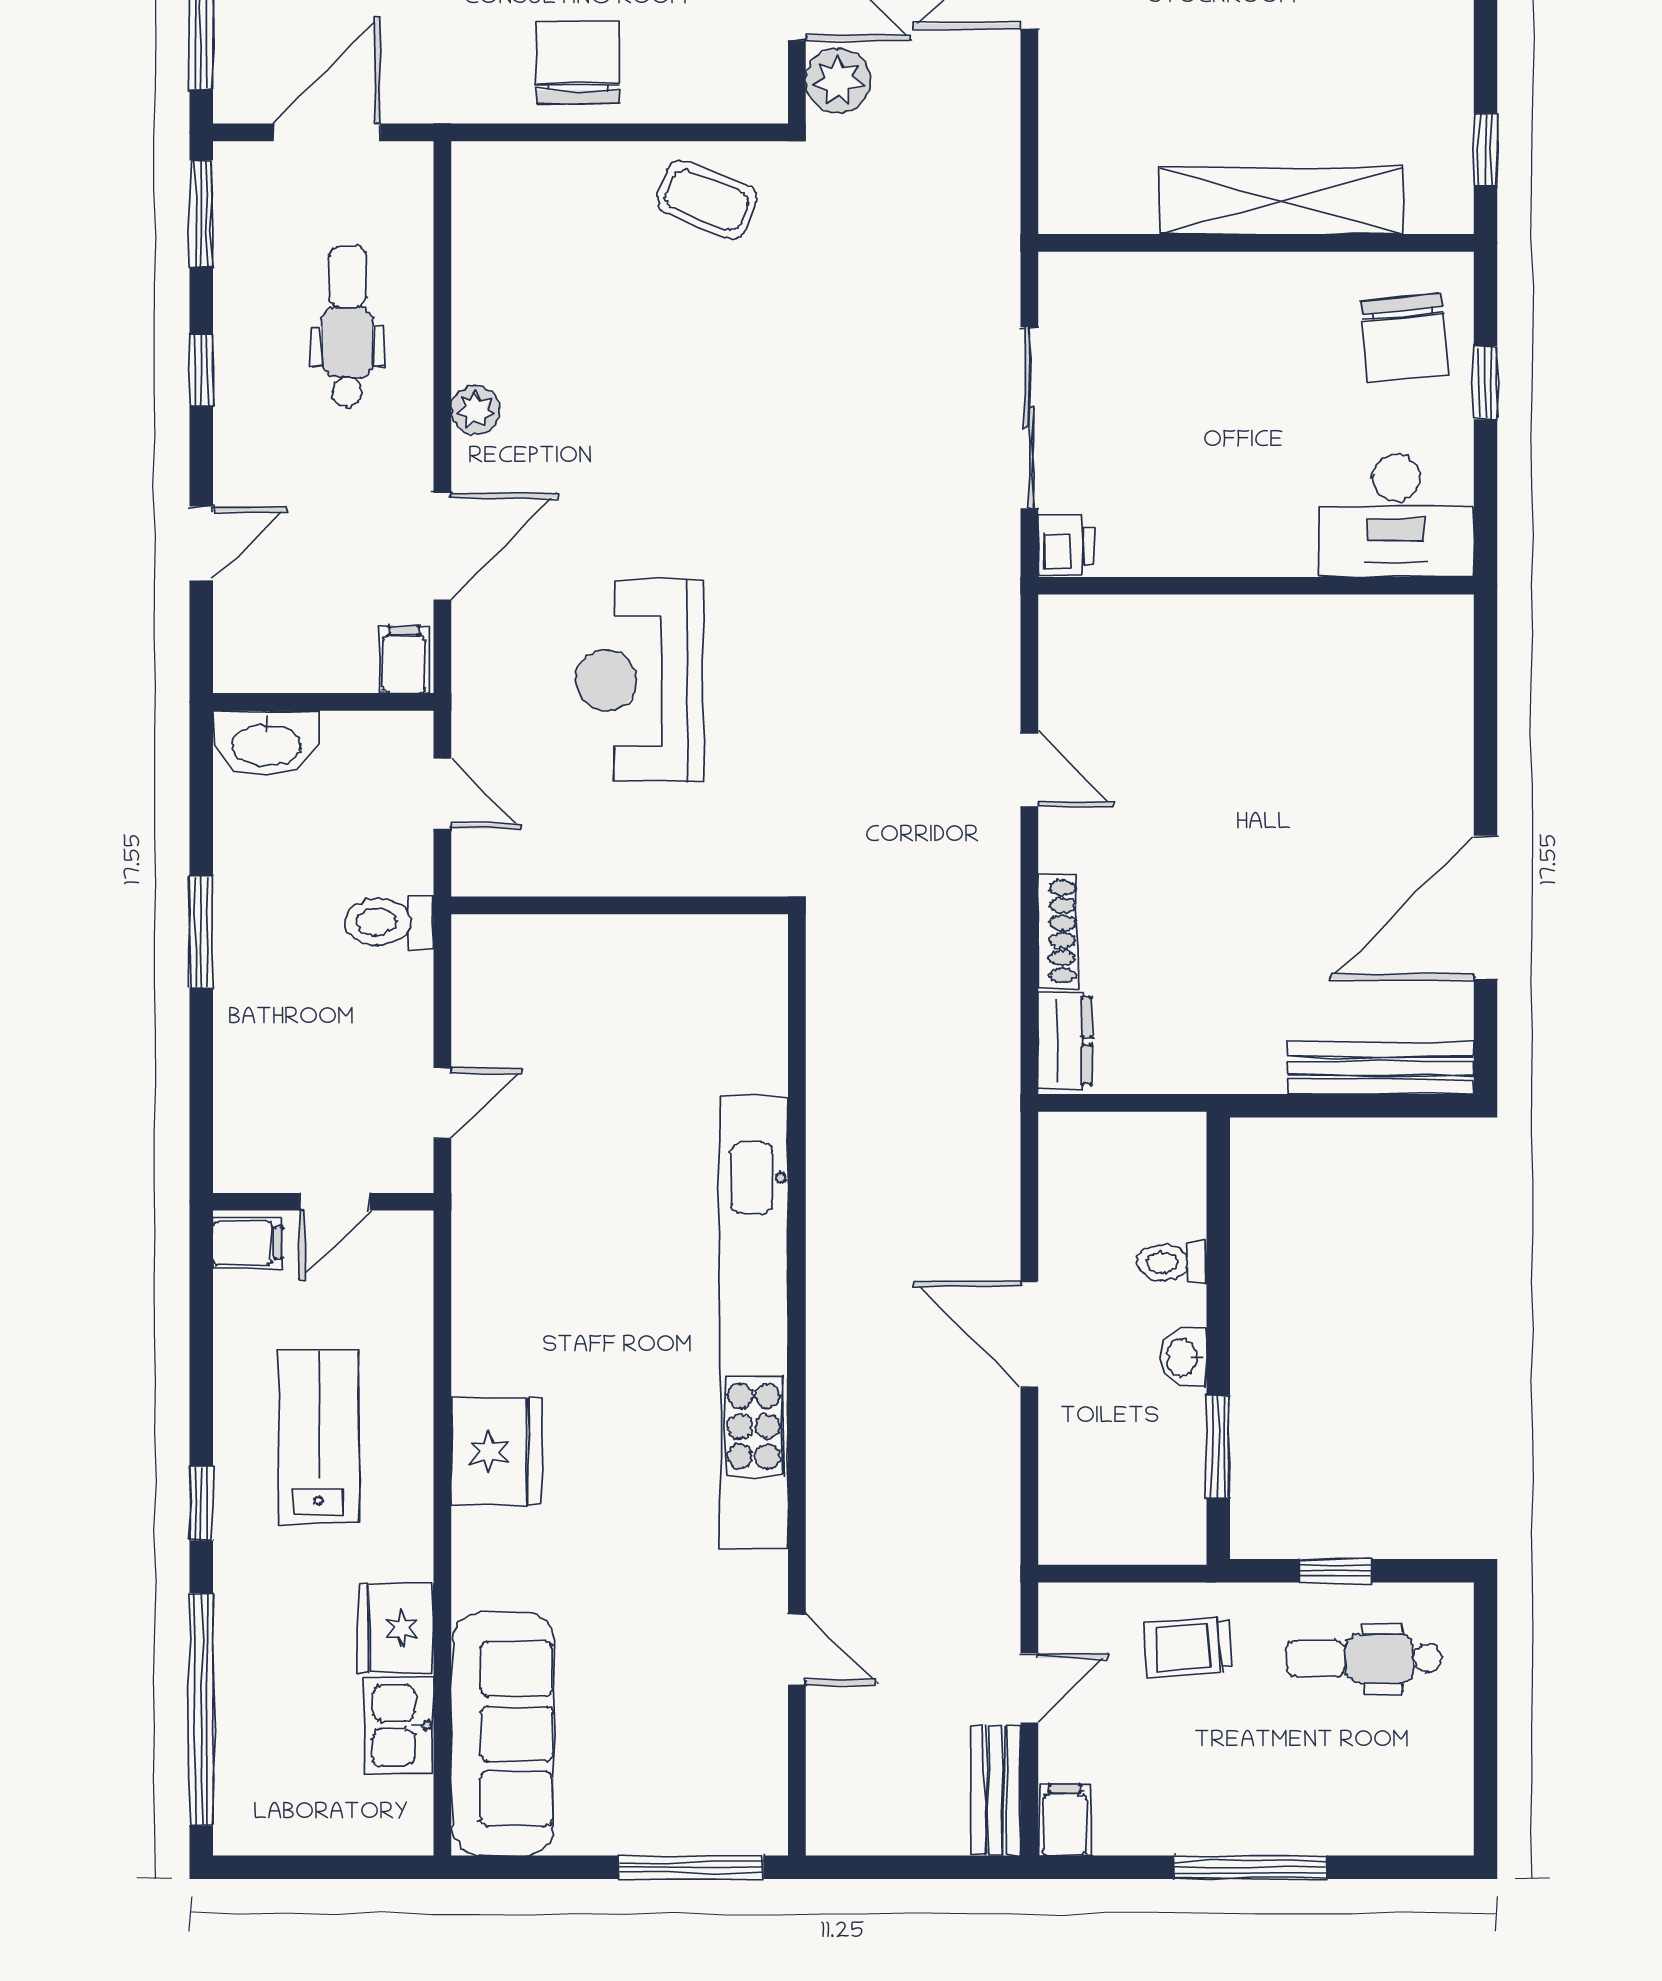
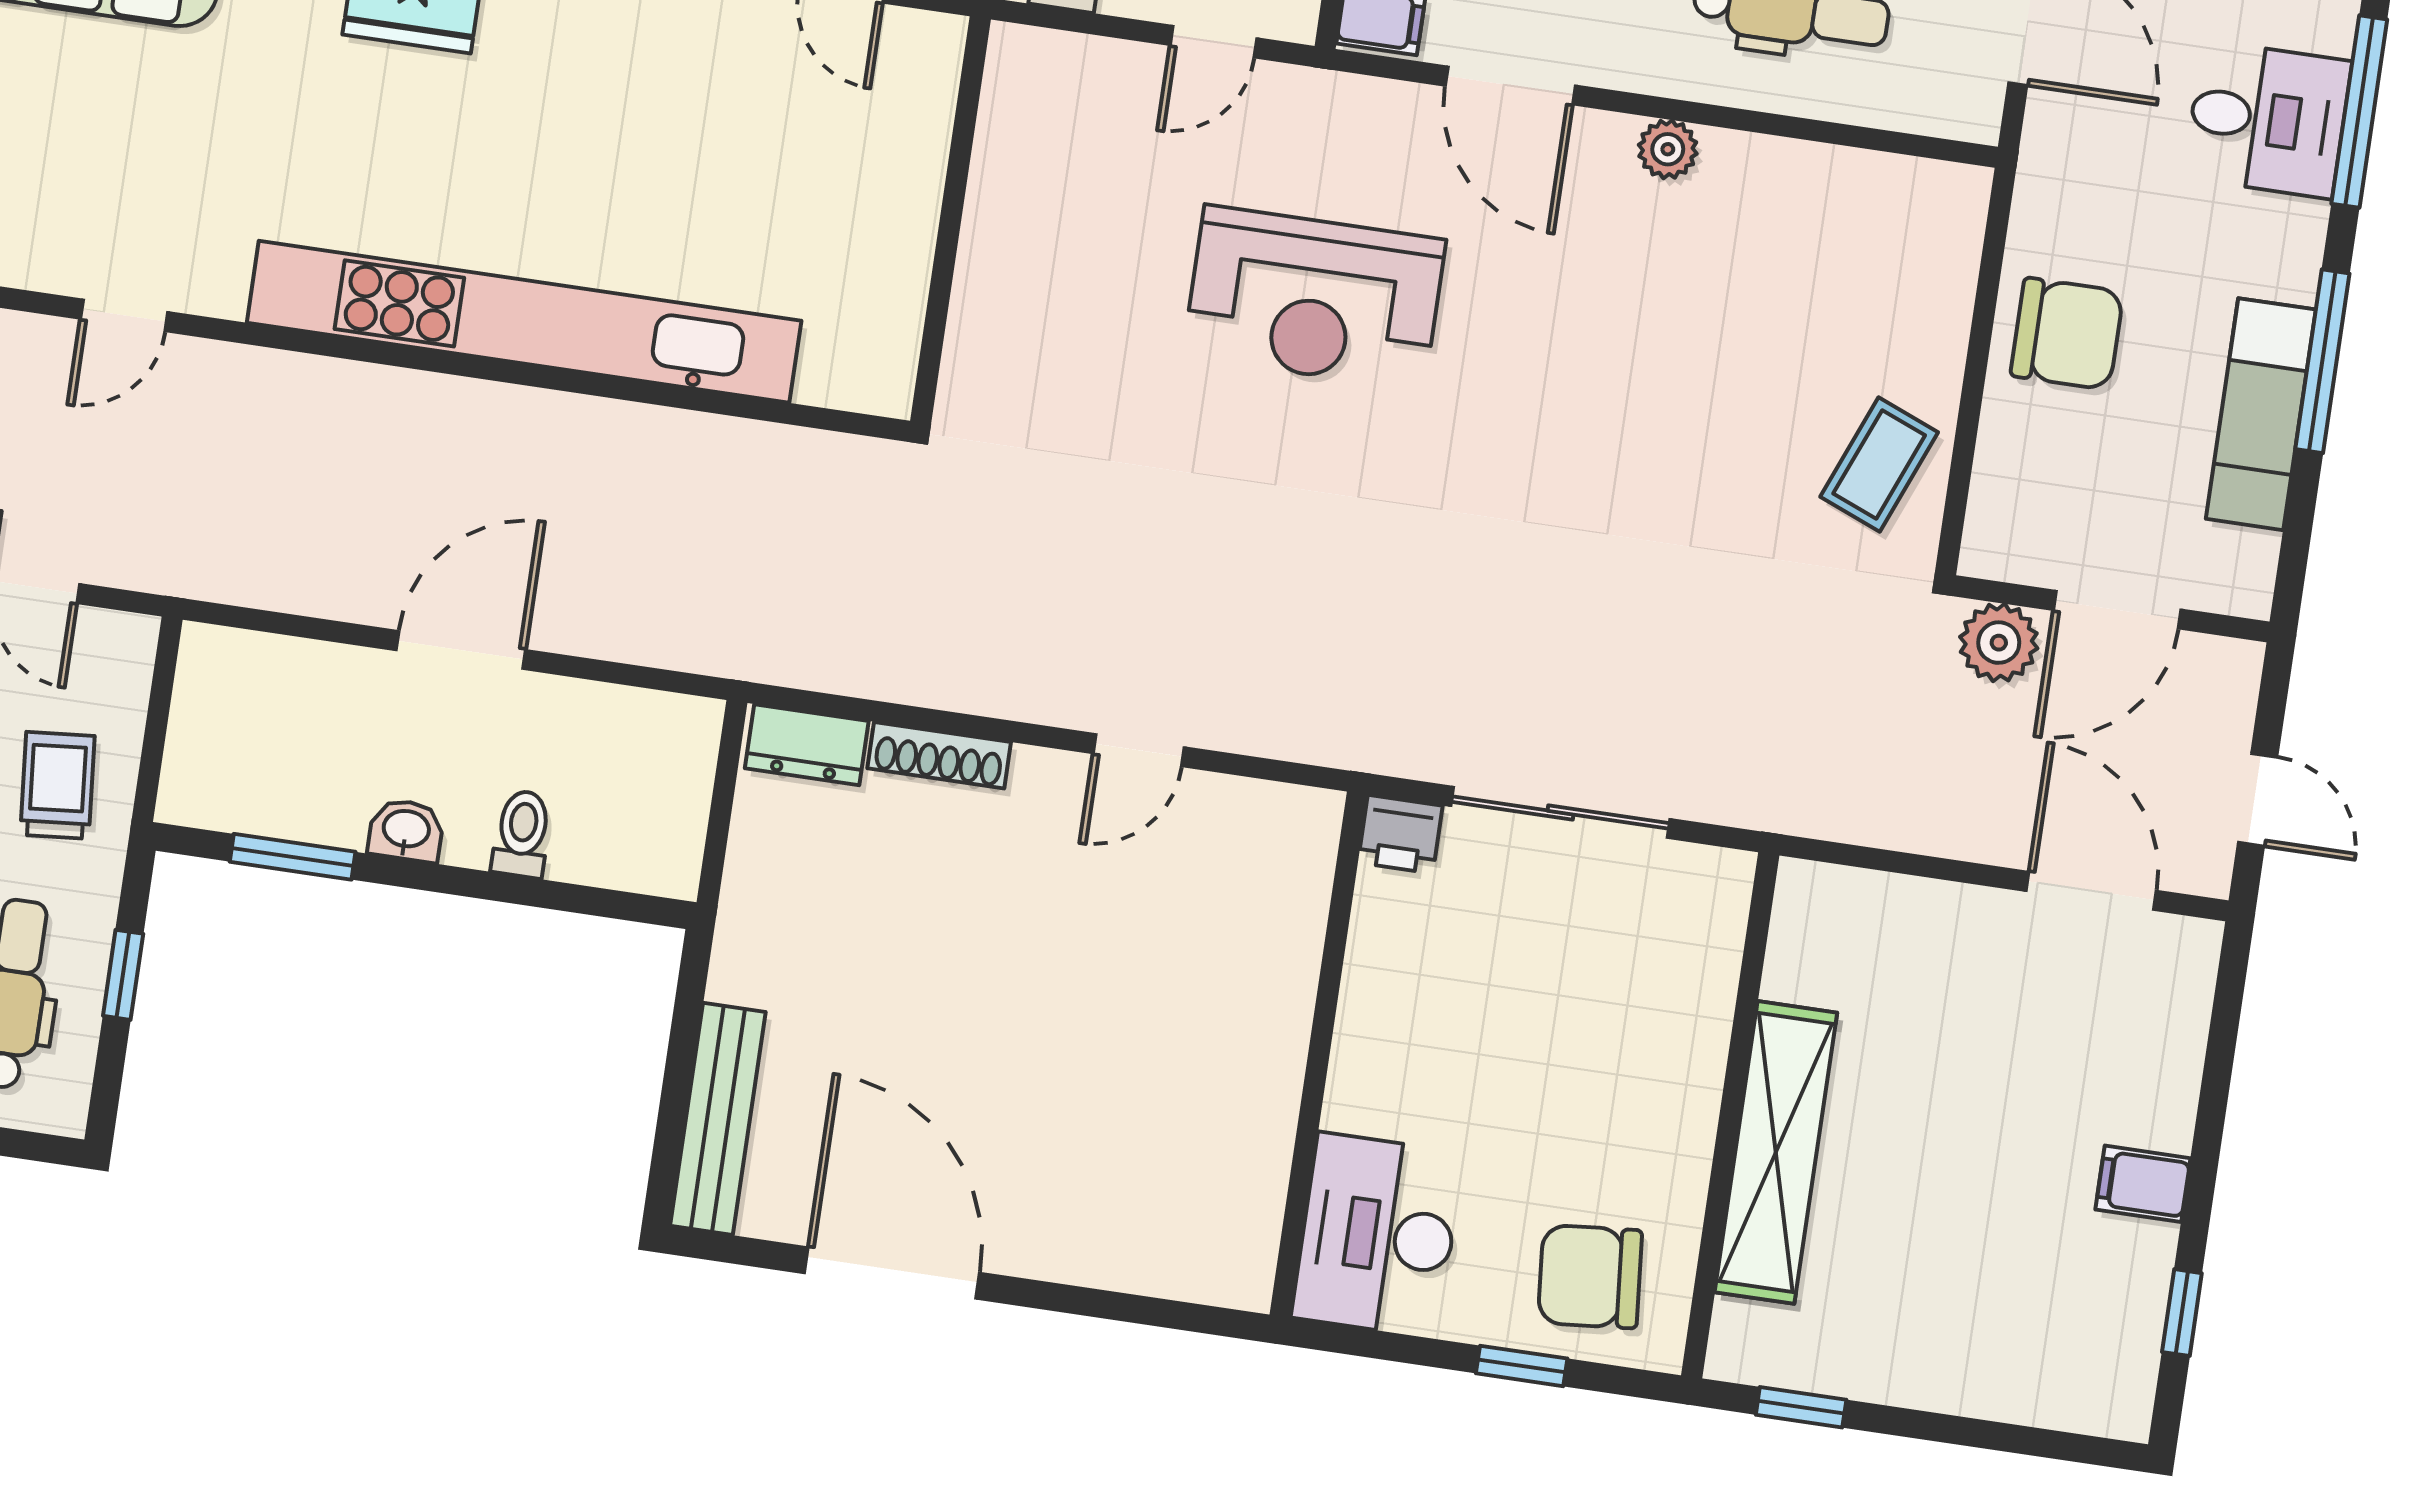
reception desk: (639, 681) -> (1314, 298), turned 180
wall: (620, 905) -> (950, 220), moved

